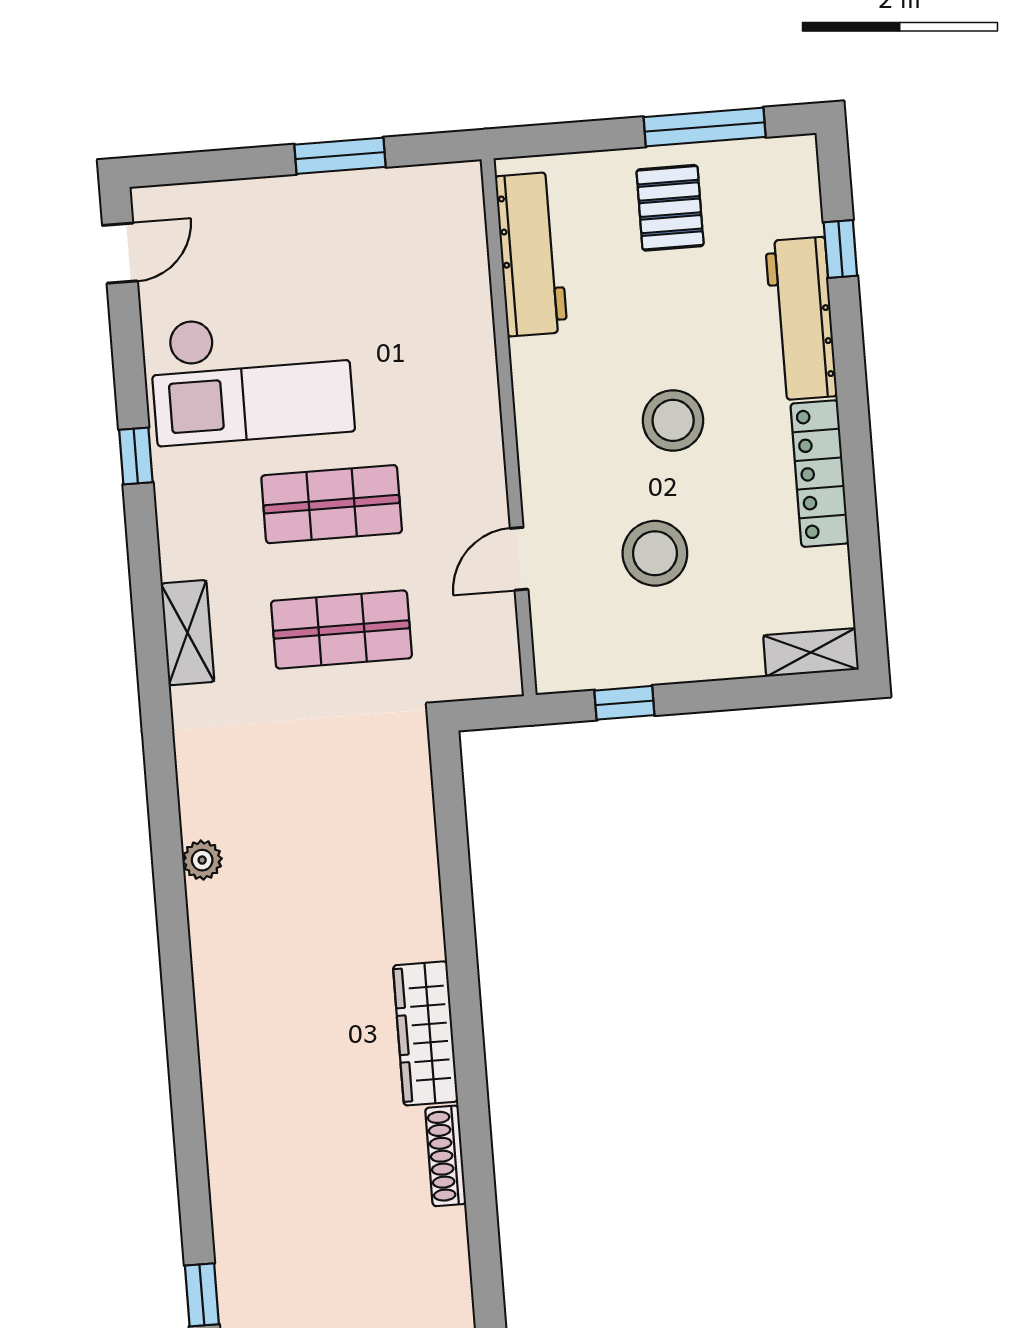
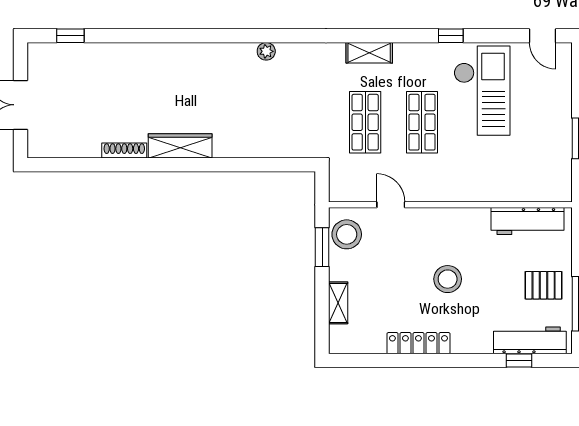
workbench: (801, 319) -> (530, 340), moved
checkout: (252, 377) -> (482, 91), turned 180
stool: (655, 553) -> (347, 234), moved
shelving: (811, 652) -> (338, 303), moved
window: (624, 703) -> (322, 247), width x1.50

